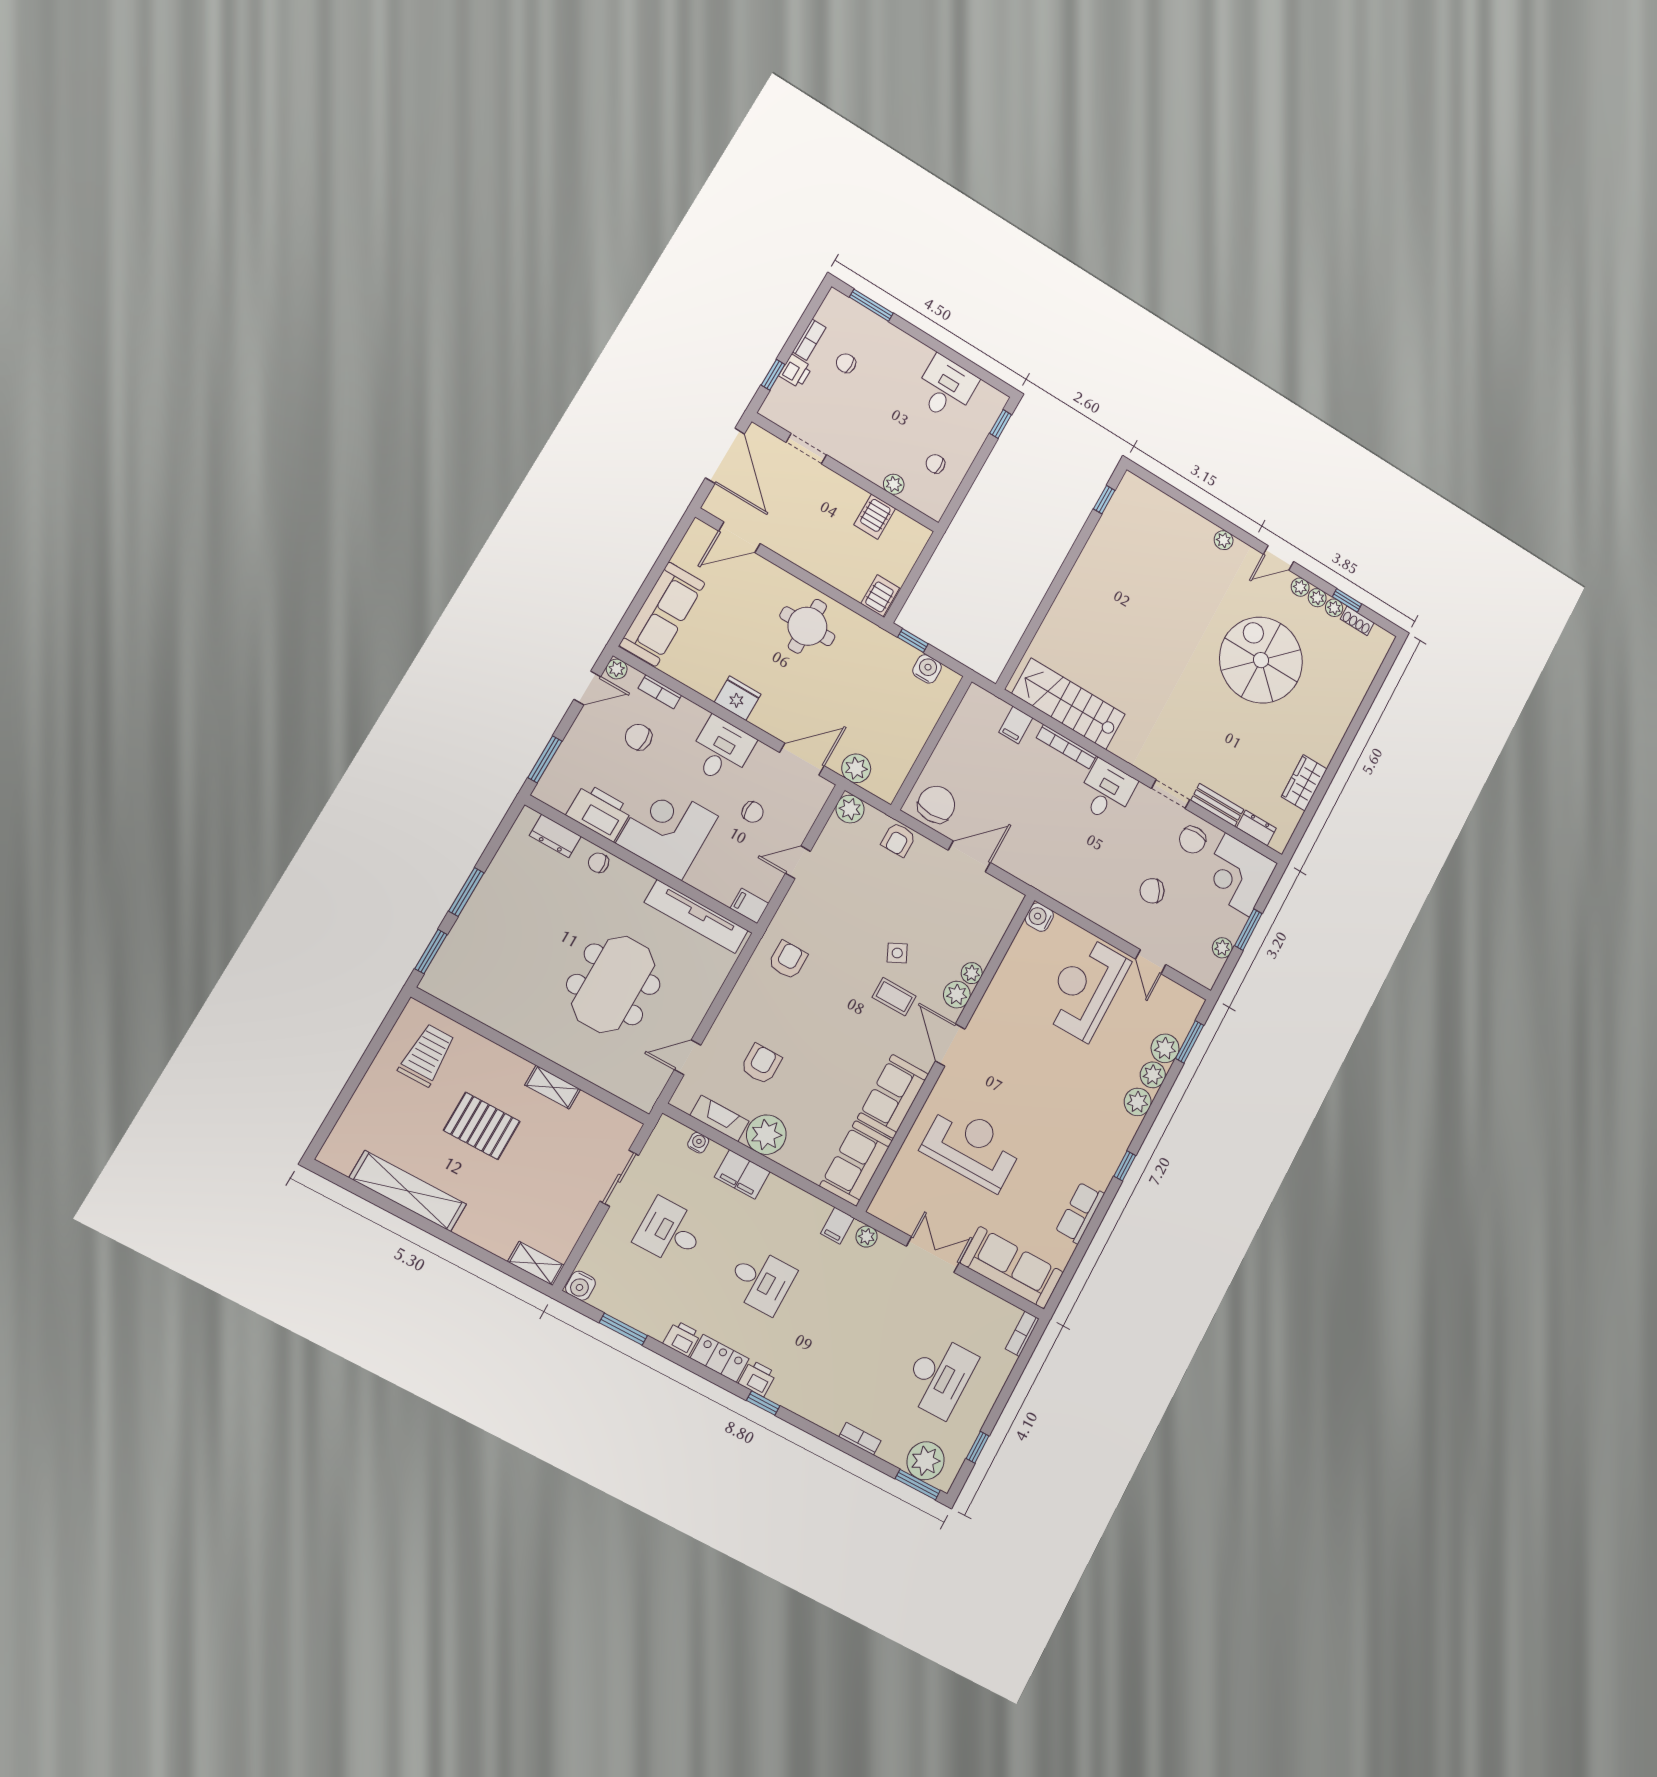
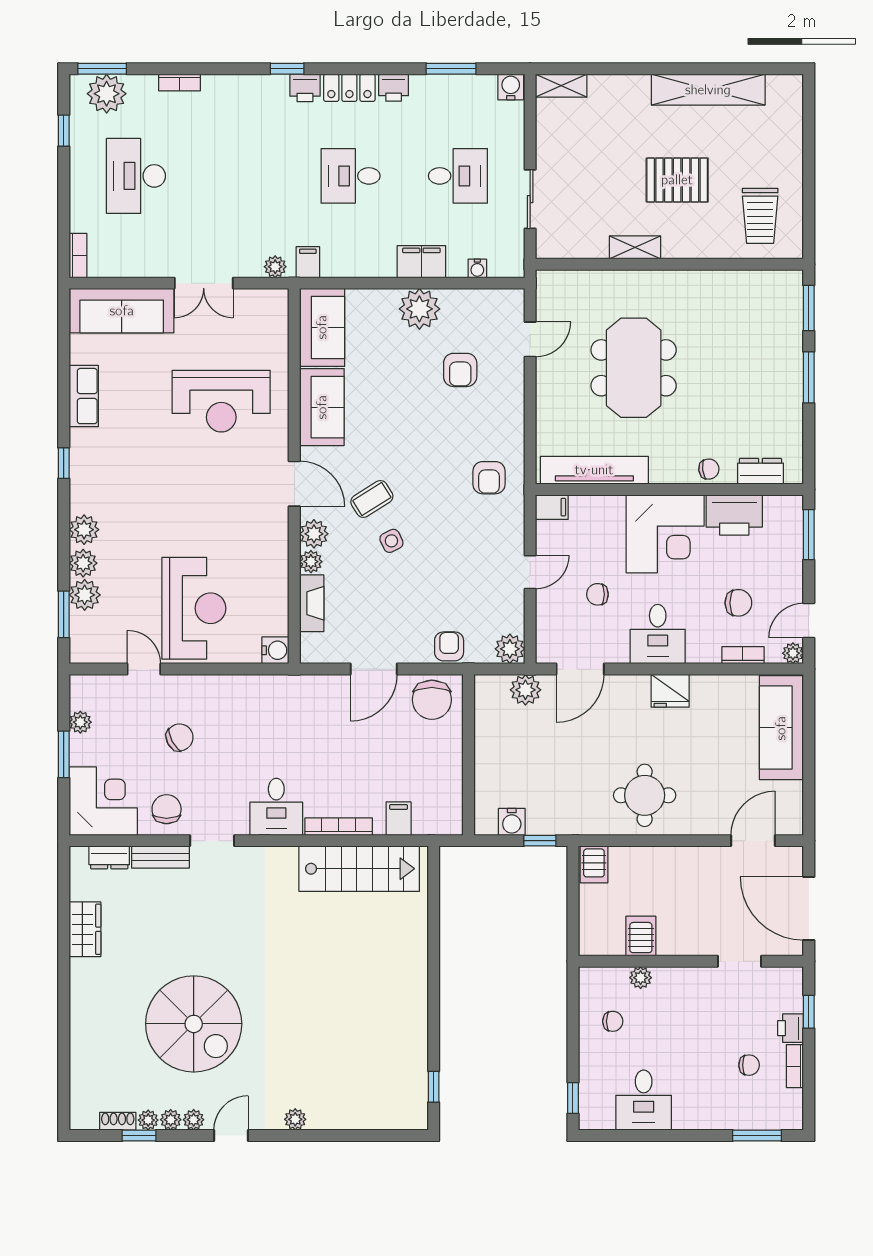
coffee table: (894, 997) -> (372, 499), turned -32
fireplace: (719, 1118) -> (312, 603), moved, turned -90

